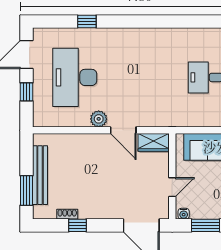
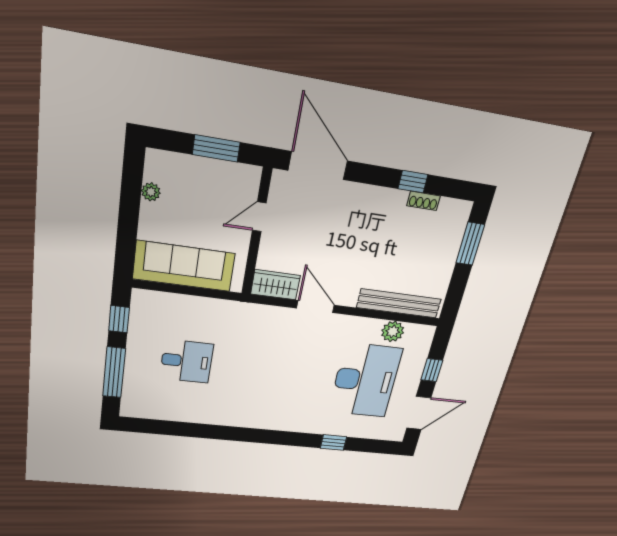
plant: (99, 119) -> (393, 331), moved
bench: (40, 175) -> (399, 303), moved, turned 90
water cooler: (184, 214) -> (248, 173), removed

